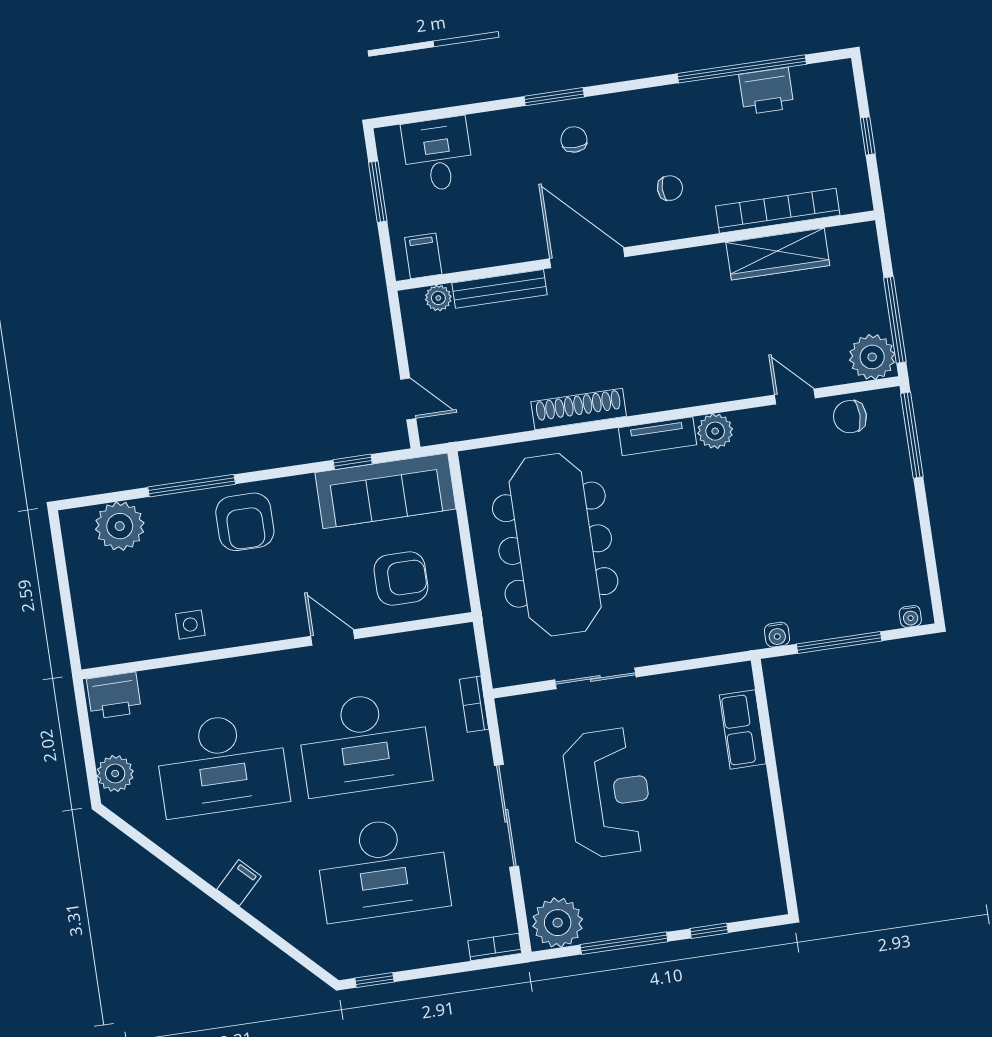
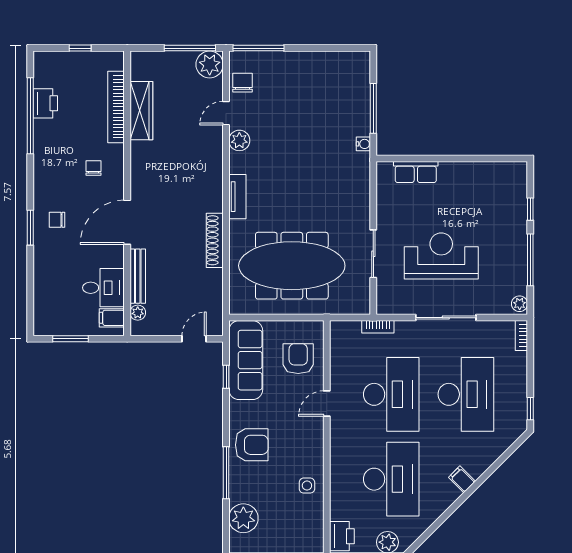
desk: (438, 154) -> (103, 288), moved, turned 180
chair: (850, 417) -> (242, 83), turned 180
plant: (715, 431) -> (239, 140), moved
water cooler: (910, 616) -> (364, 65), removed
plant: (558, 923) -> (520, 304), width x0.53, depth x0.53

